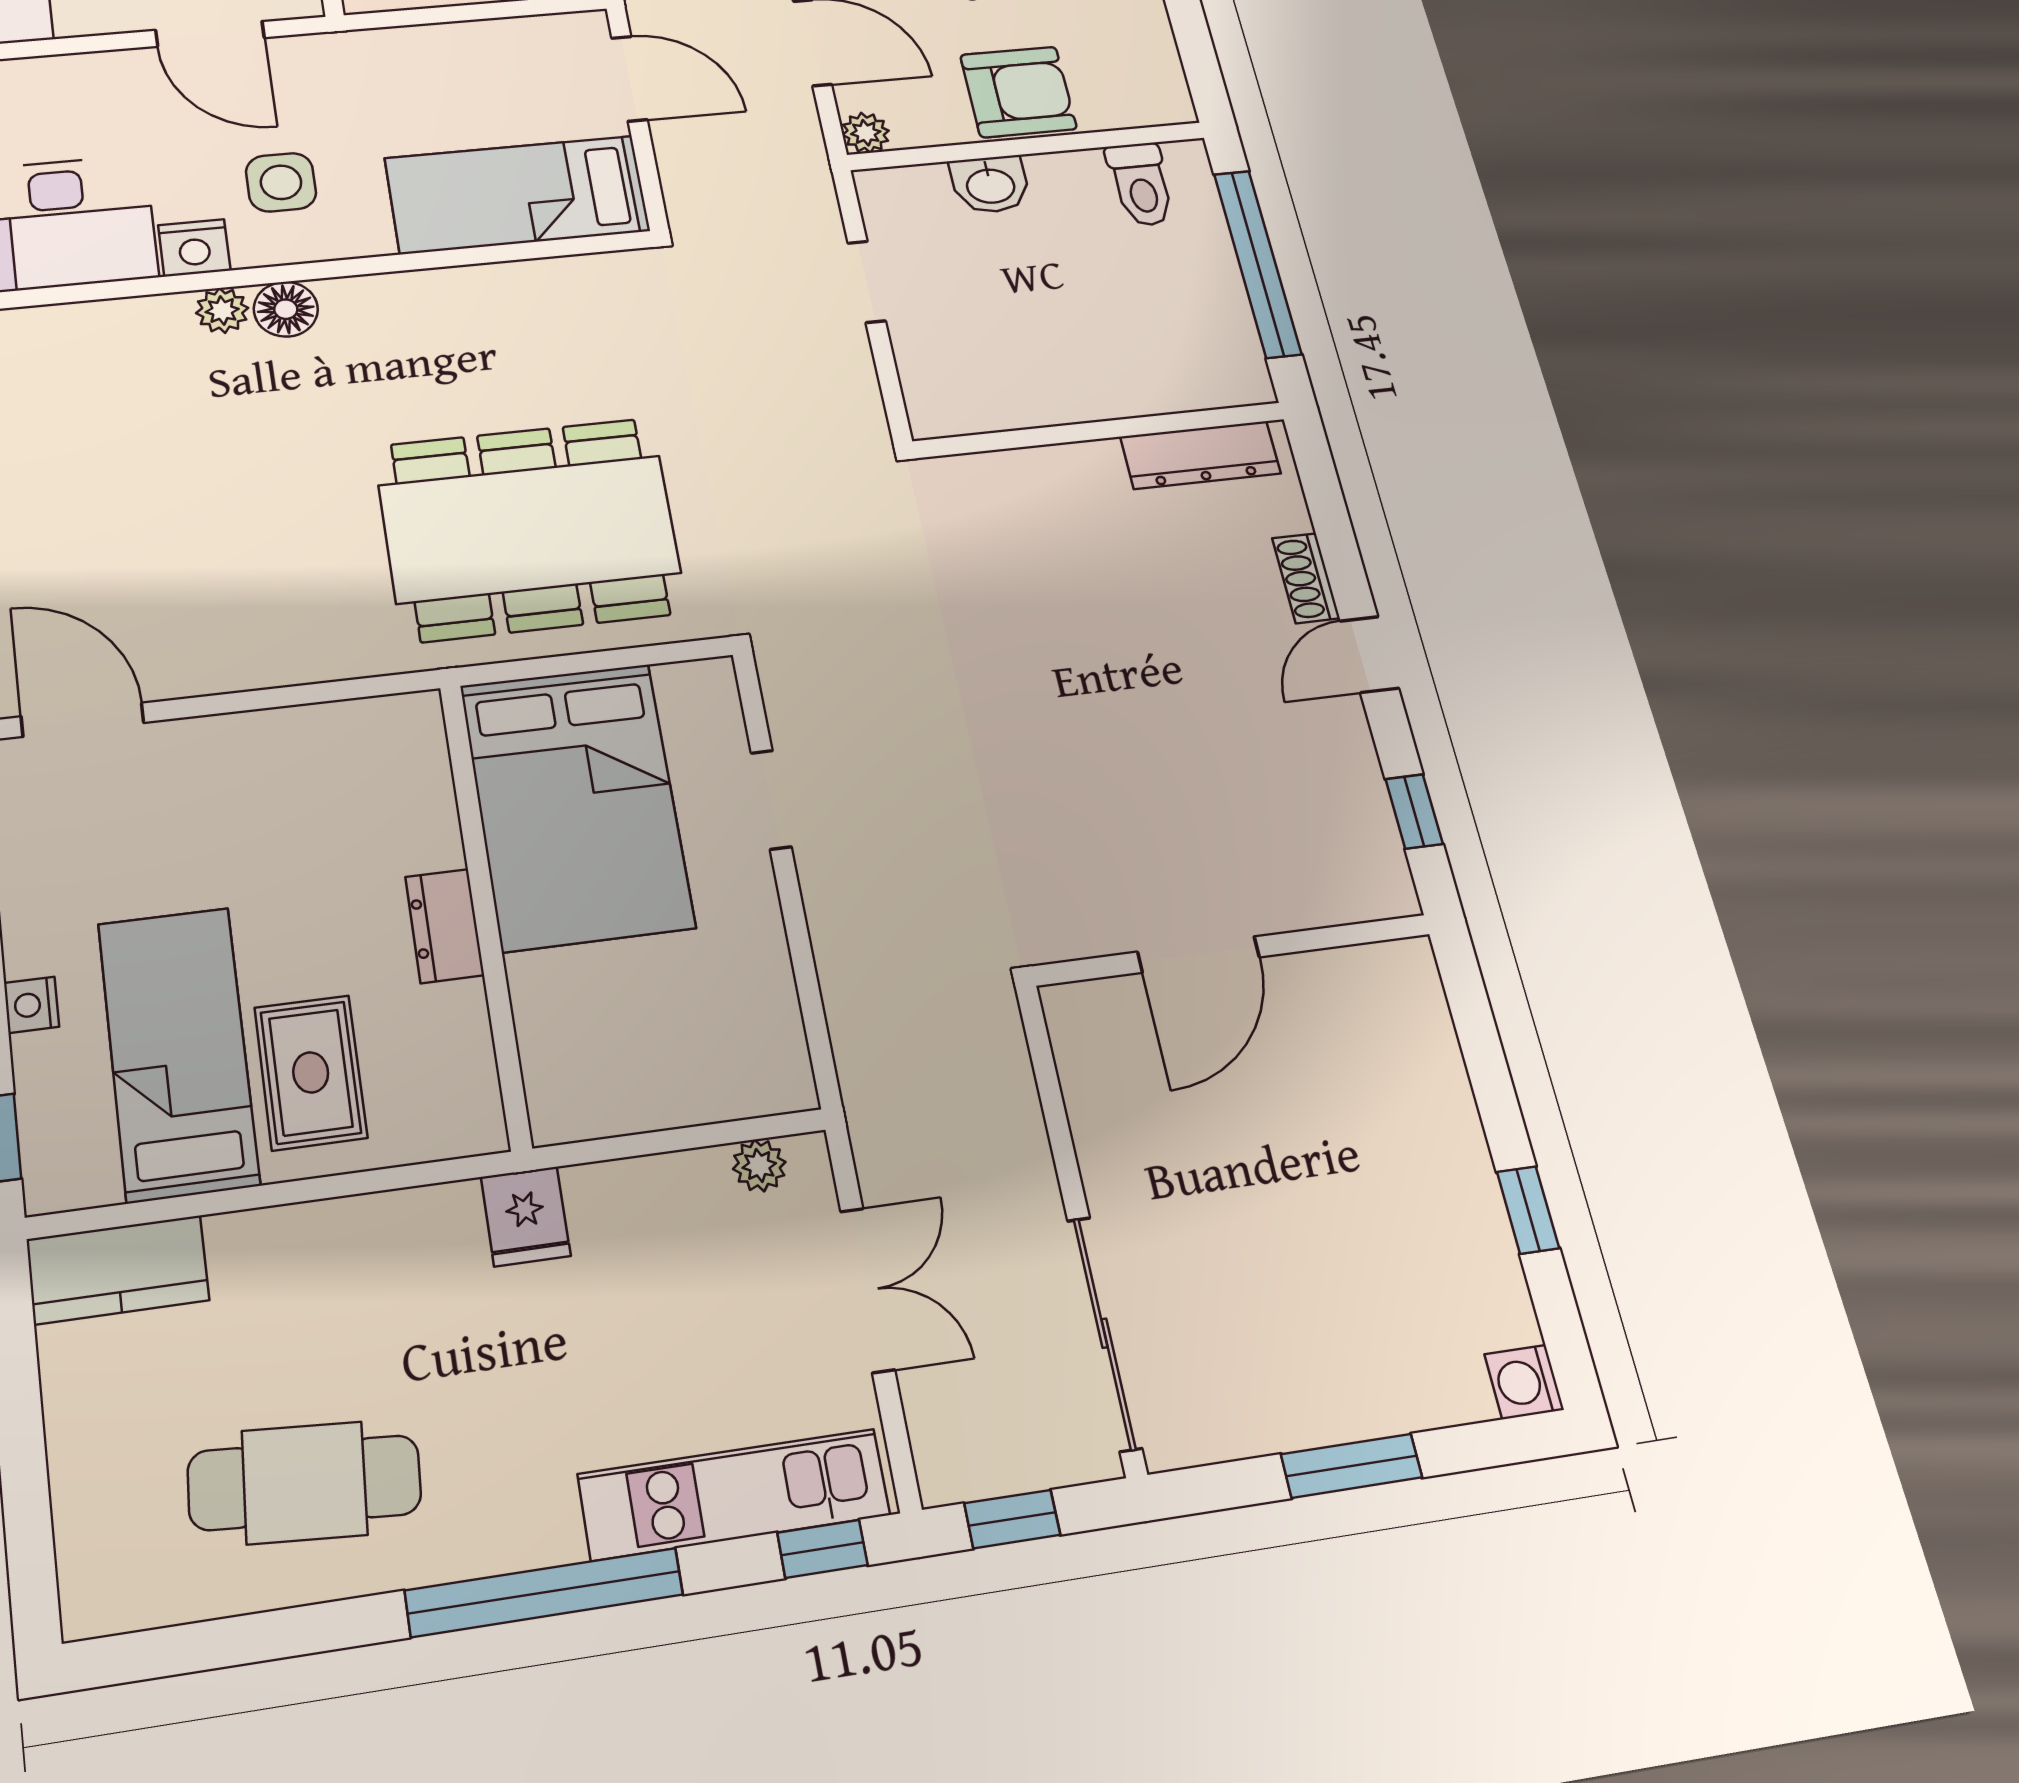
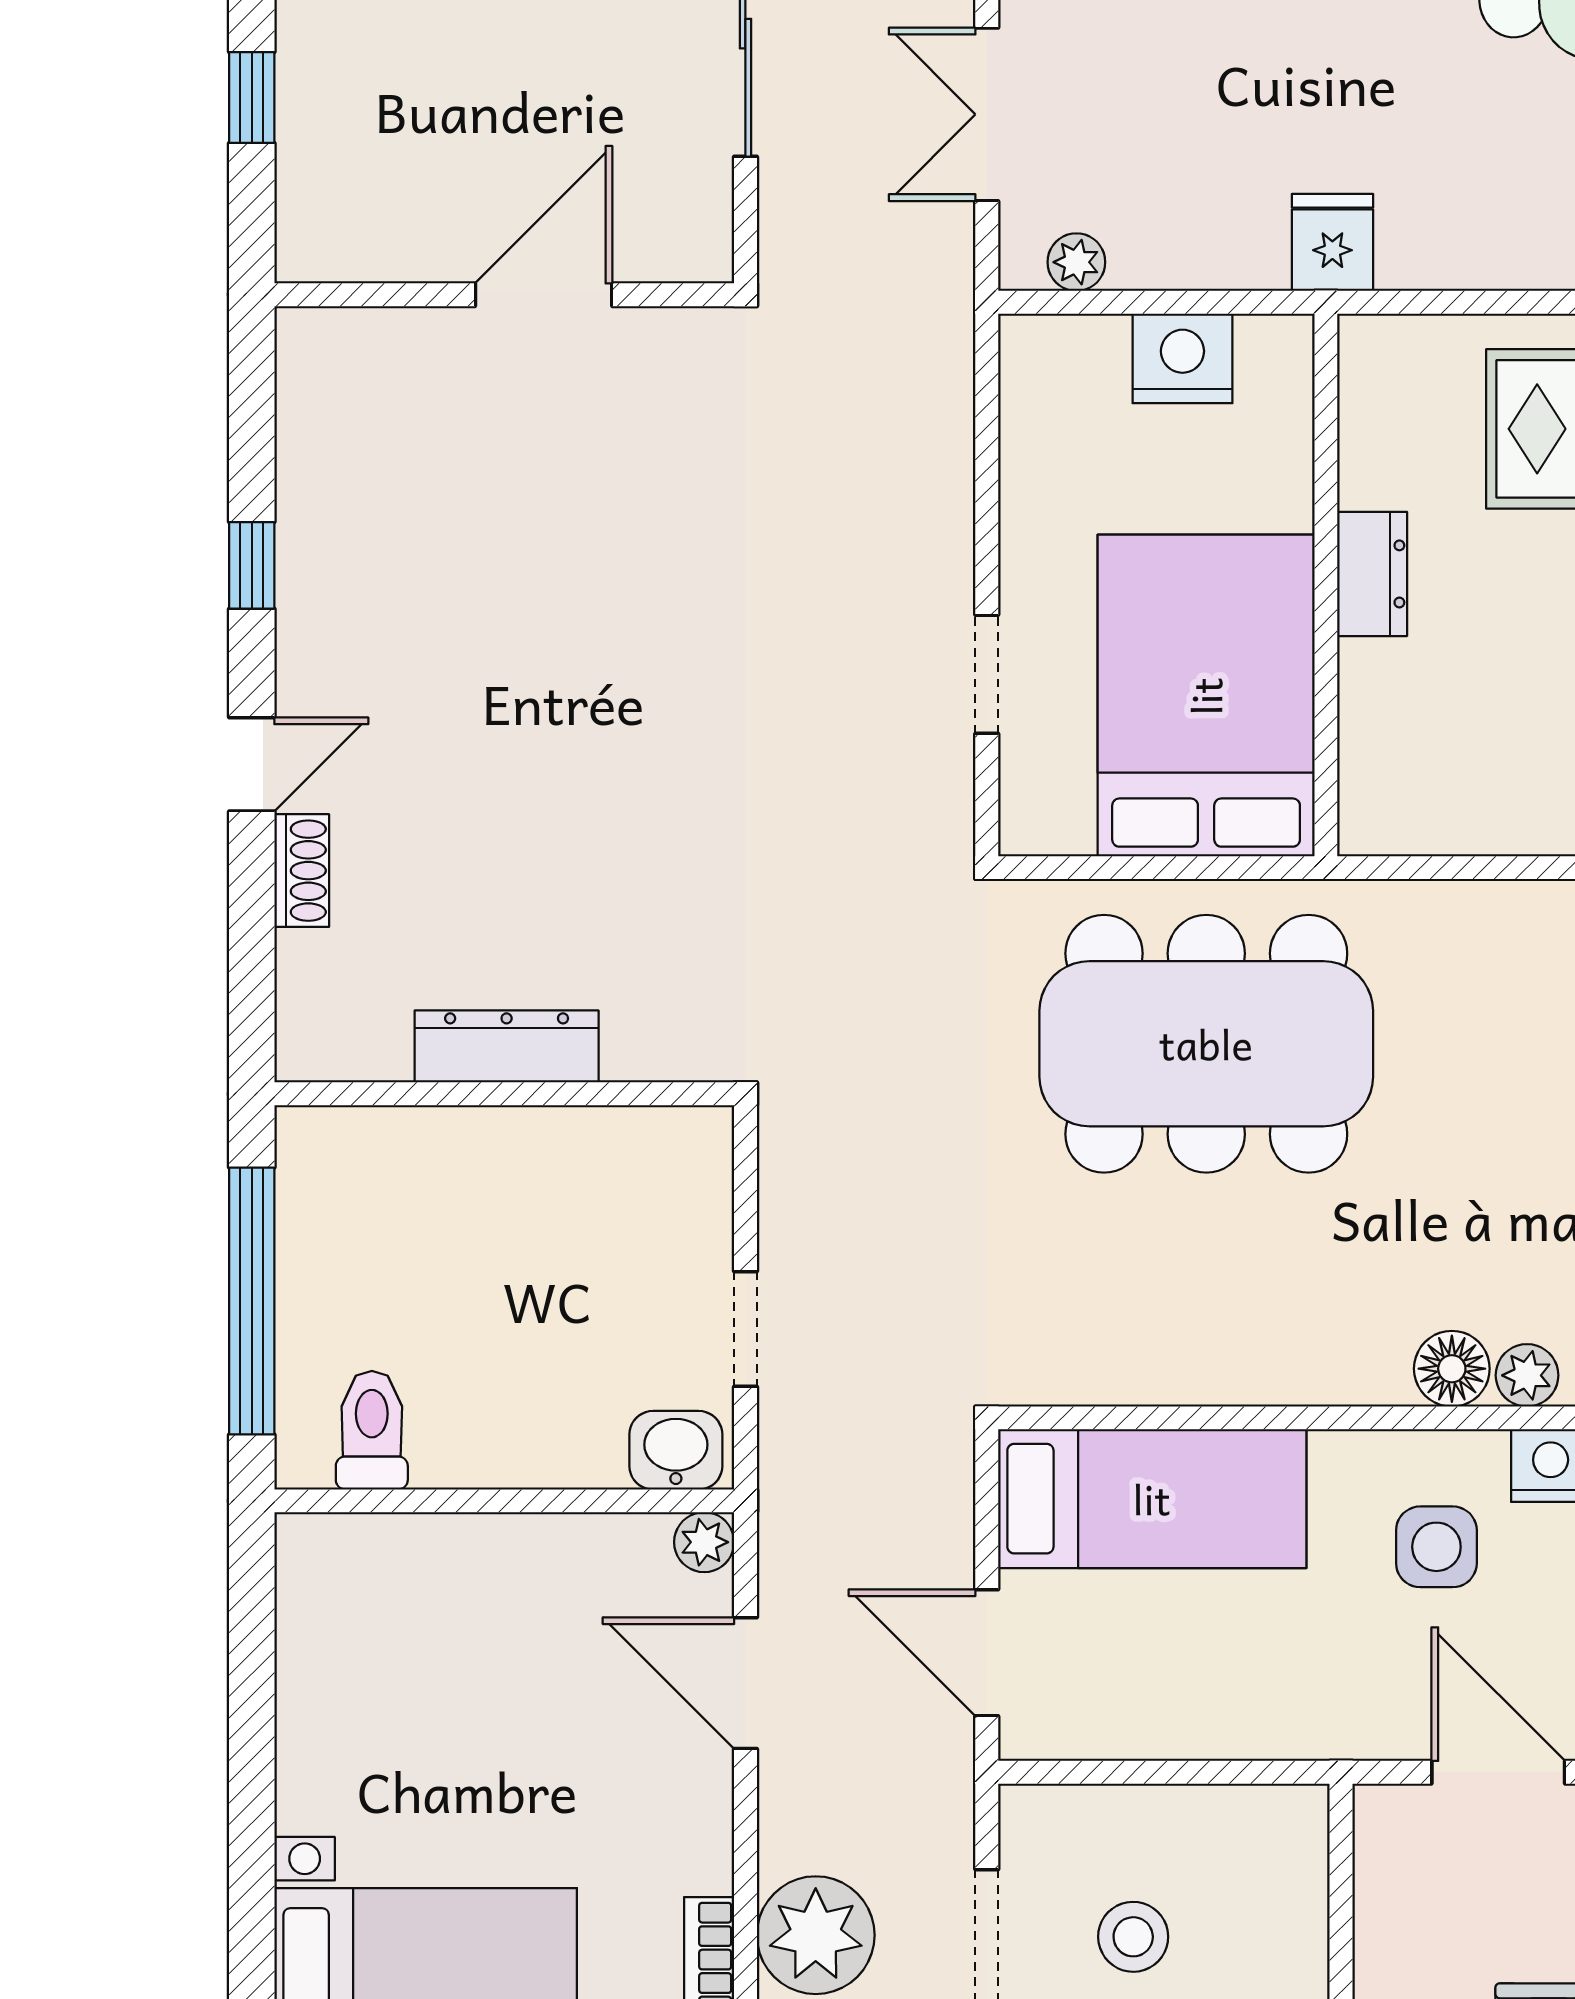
armchair: (1018, 92) -> (497, 1582), removed
washbasin: (990, 185) -> (676, 1450), moved
dresser: (1200, 455) -> (507, 1046), moved
wall: (1232, 950) -> (504, 295), moved
door: (1198, 955) -> (544, 295), moved
nightstand: (647, 1092) -> (1182, 358), added

